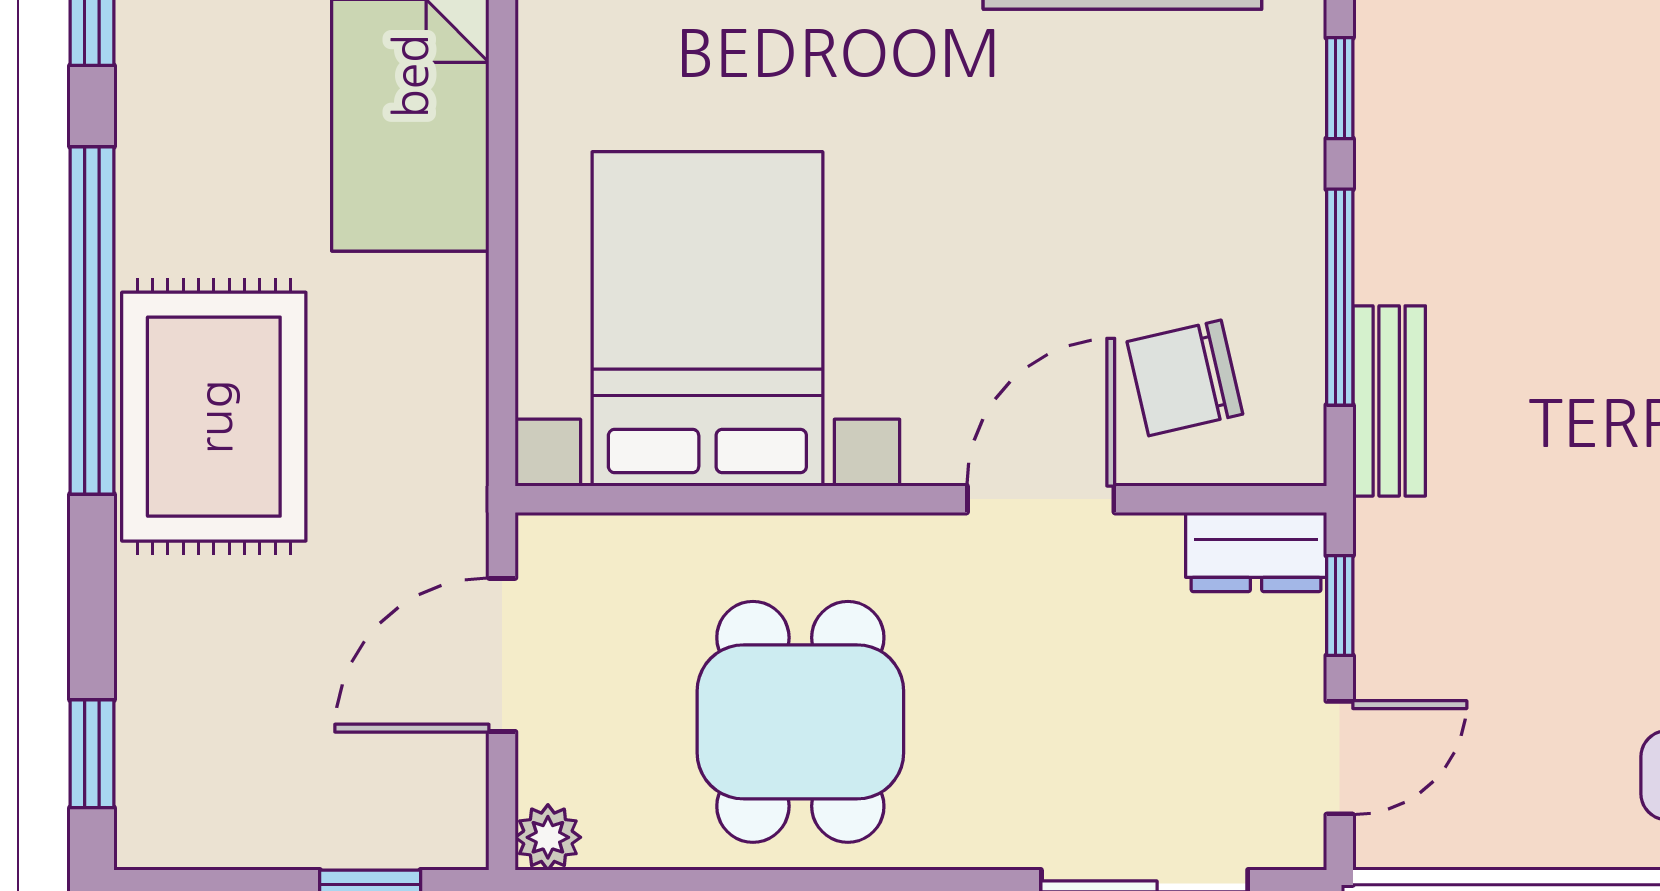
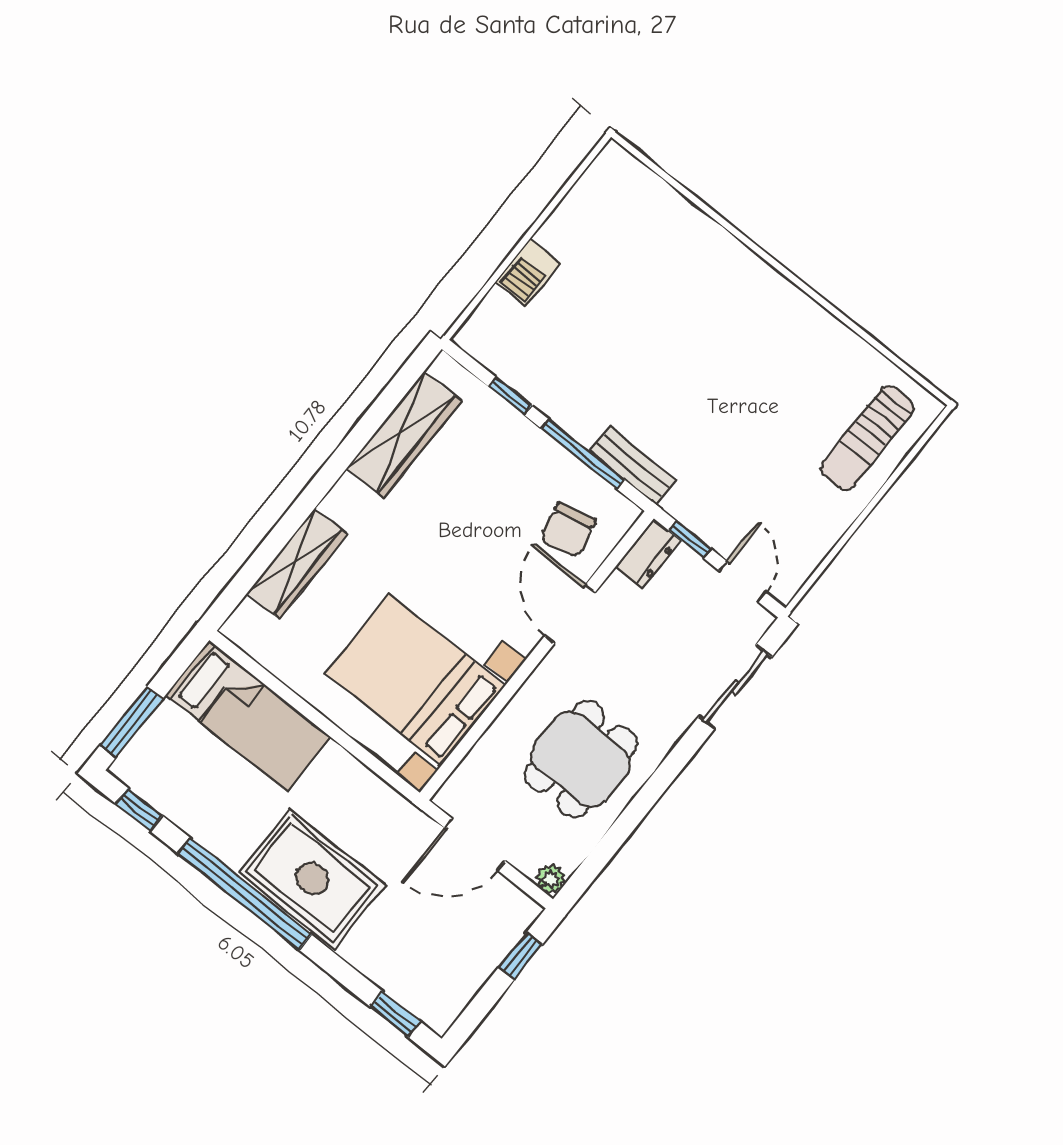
door: (502, 655) -> (475, 844), hinge flipped
dining table: (800, 722) -> (581, 759), turned 90

